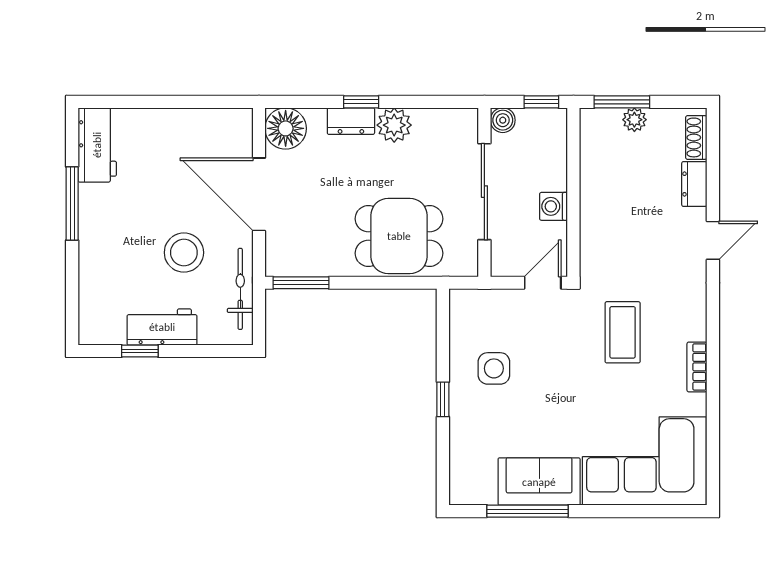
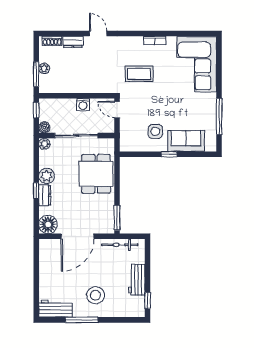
plant: (466, 120) -> (44, 144), added
stool: (184, 253) -> (95, 295), moved
window: (140, 351) -> (148, 301), moved
sofa: (539, 482) -> (186, 141), moved, turned 90

